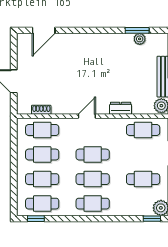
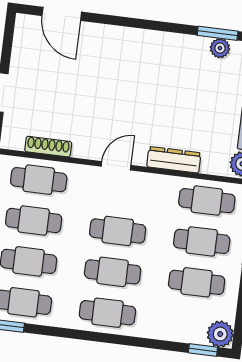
door: (44, 30) -> (62, 14), hinge flipped
dresser: (121, 108) -> (174, 160), width x1.44
shoe rack: (41, 110) -> (48, 147), width x1.43
cafe table: (143, 155) -> (202, 241), added

